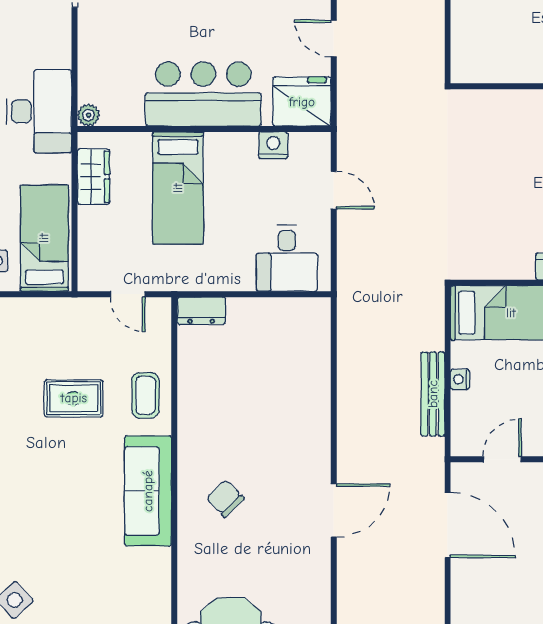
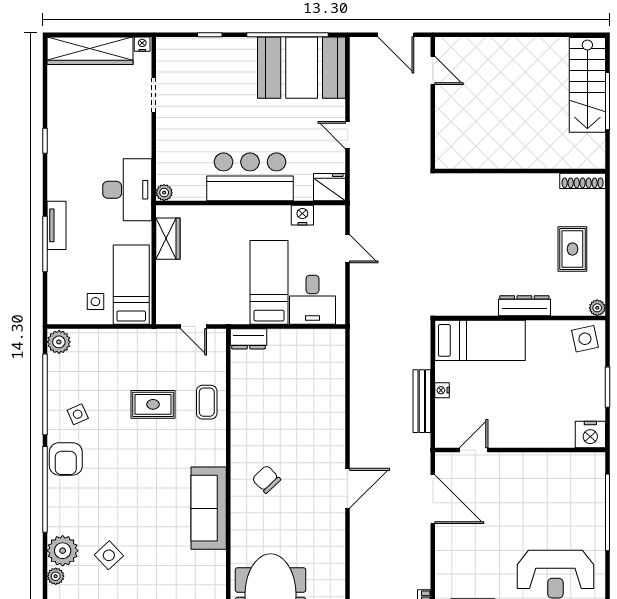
fridge: (302, 102) -> (329, 187), width x0.73, depth x0.75
bed: (178, 188) -> (269, 282), moved, turned 180
sofa: (148, 491) -> (209, 508), moved

